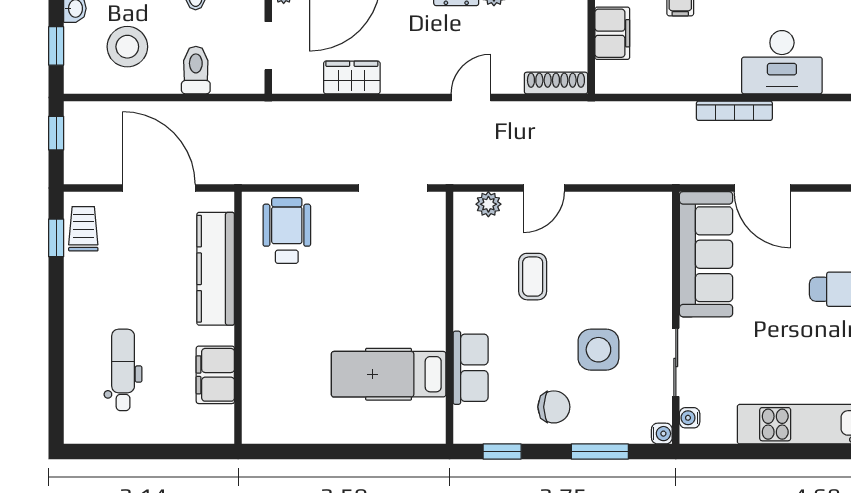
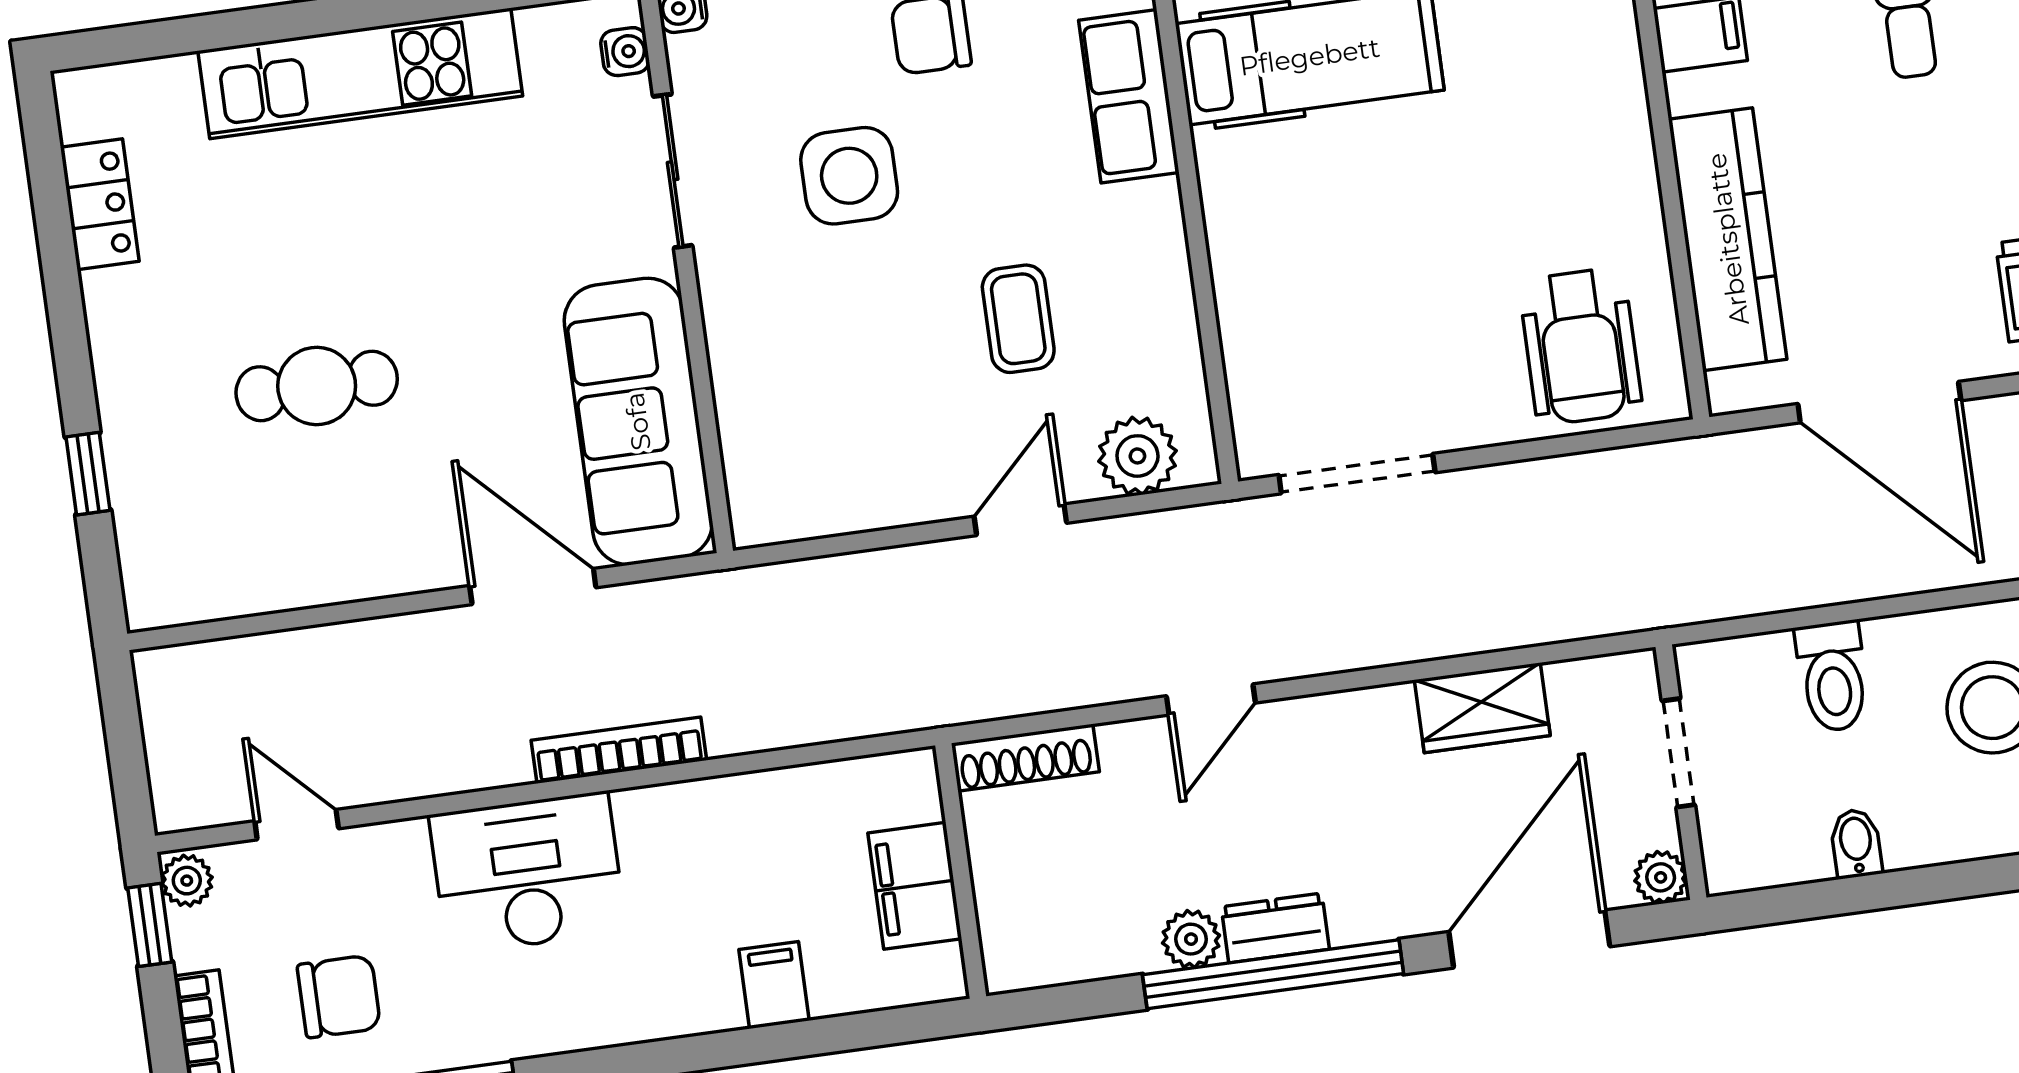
plant: (488, 204) -> (1137, 456), width x1.38, depth x1.38

